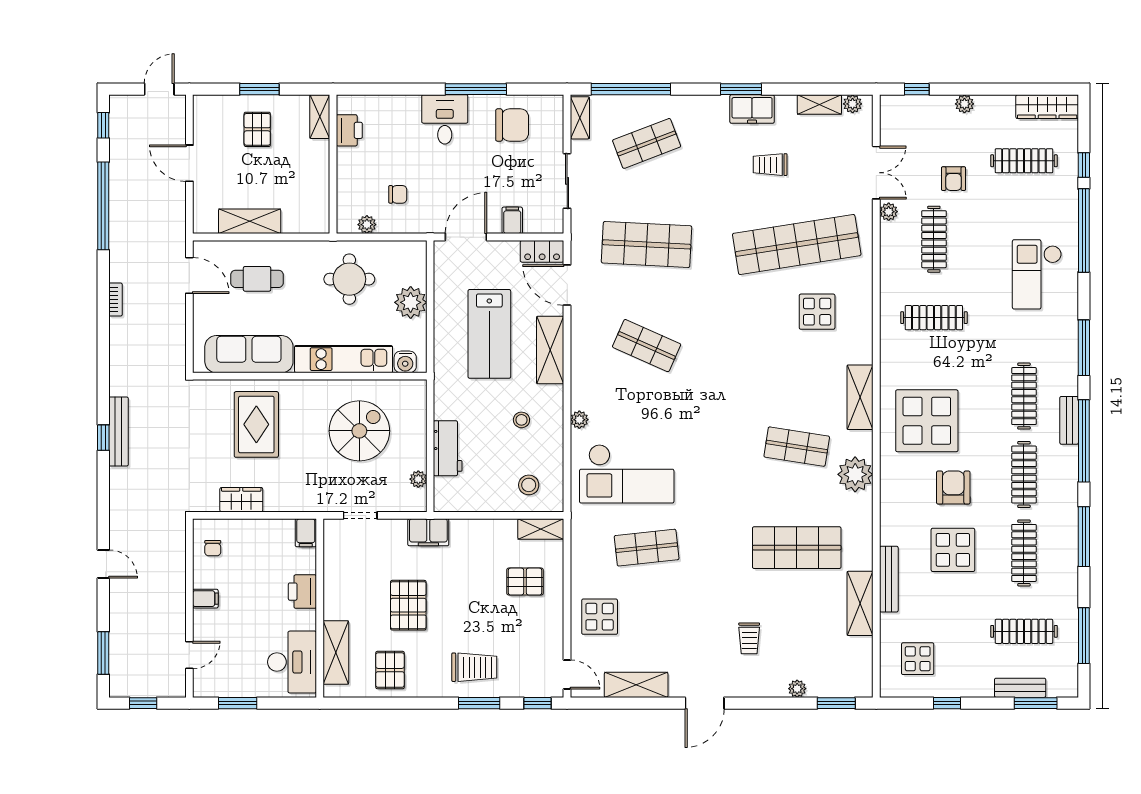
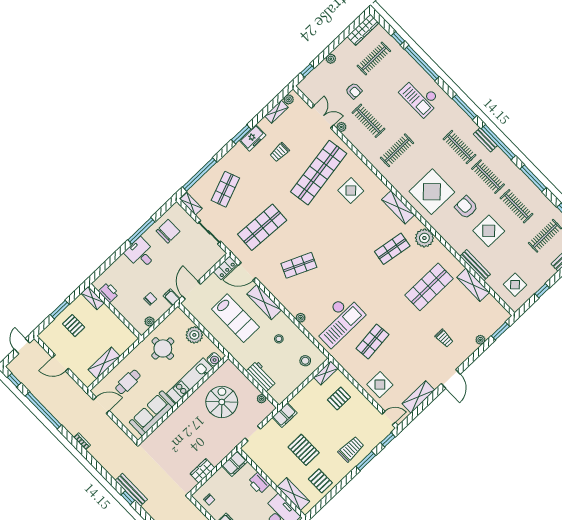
filing cabinet: (512, 220) -> (172, 297), moved
rug: (256, 424) -> (181, 437), removed
filing cabinet: (306, 533) -> (235, 464), width x2.00

